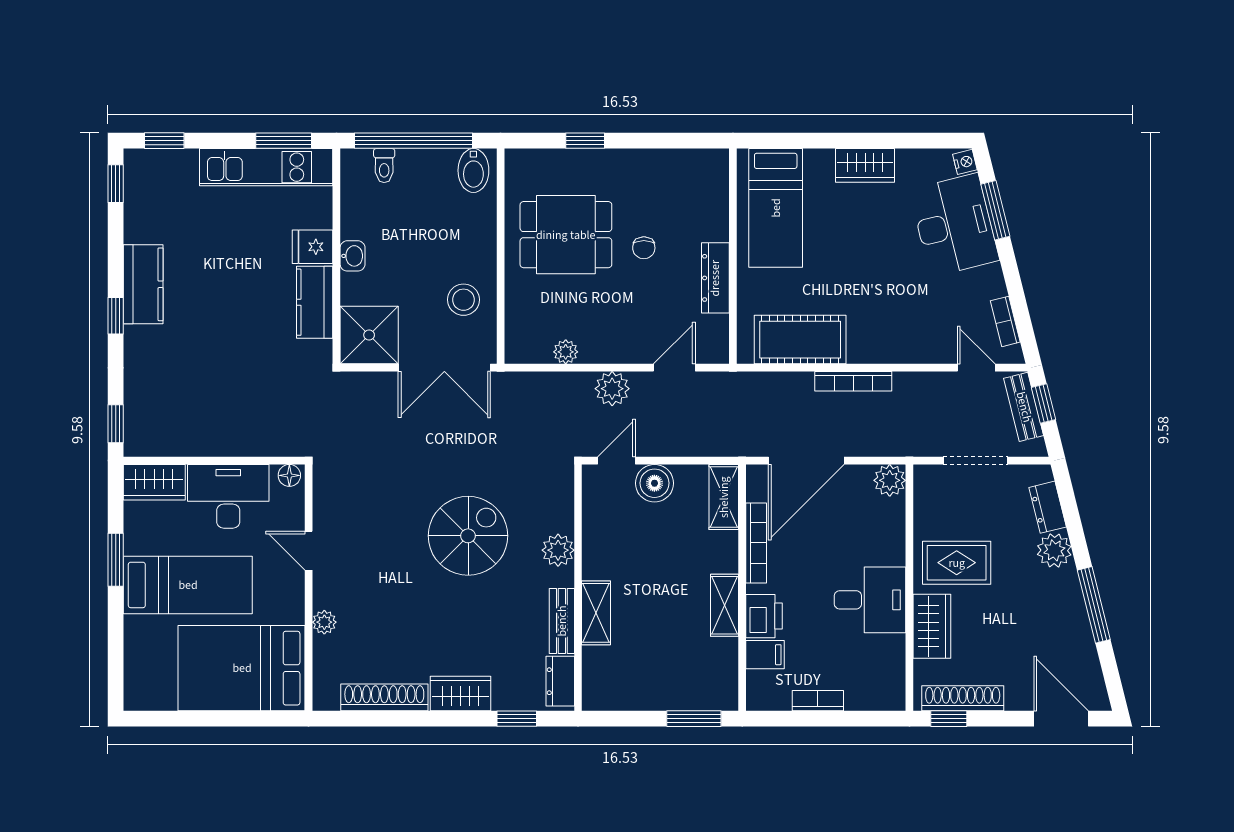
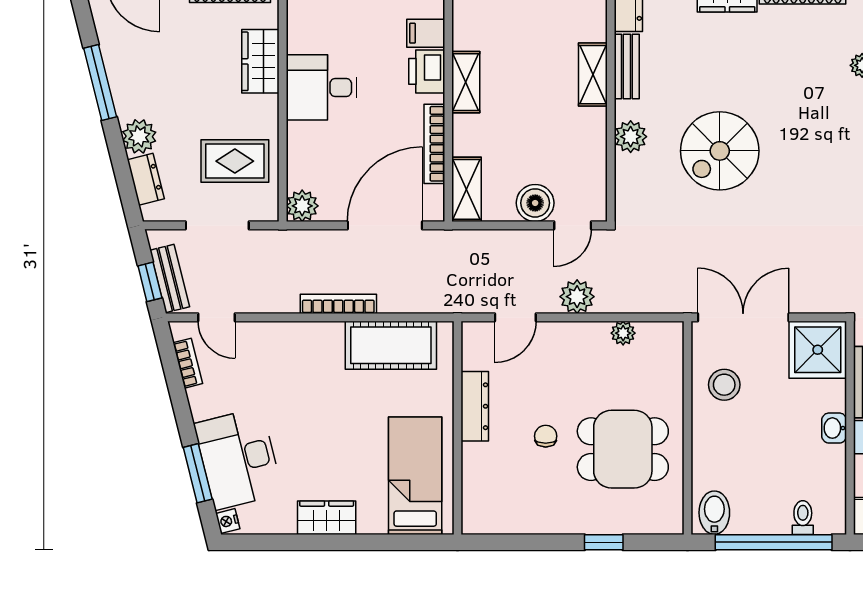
rug: (957, 563) -> (235, 161), moved

